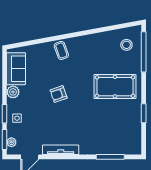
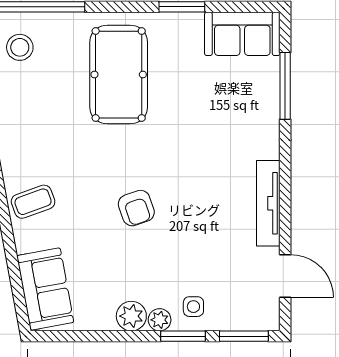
sofa: (16, 69) -> (45, 289), moved, turned 80
sofa: (132, 139) -> (242, 34), added
plant: (11, 142) -> (160, 320), moved

